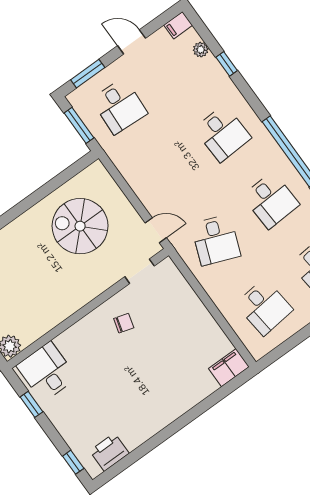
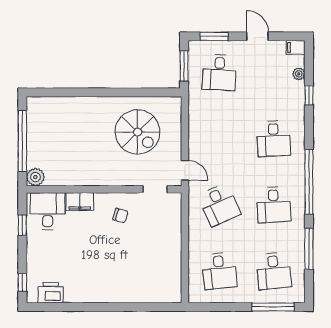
spiral stairs: (80, 226) -> (138, 132), turned 180
desk: (216, 240) -> (219, 205), turned -45
filing cabinet: (229, 368) -> (80, 202), moved, turned 180

